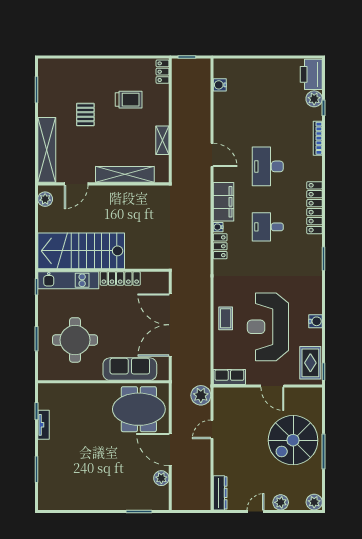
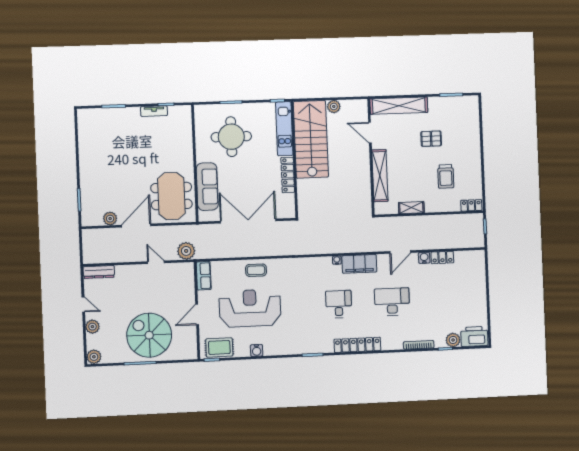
water cooler: (220, 85) -> (424, 258), moved
plant: (45, 199) -> (334, 107), moved
locker: (220, 246) -> (442, 257), moved

